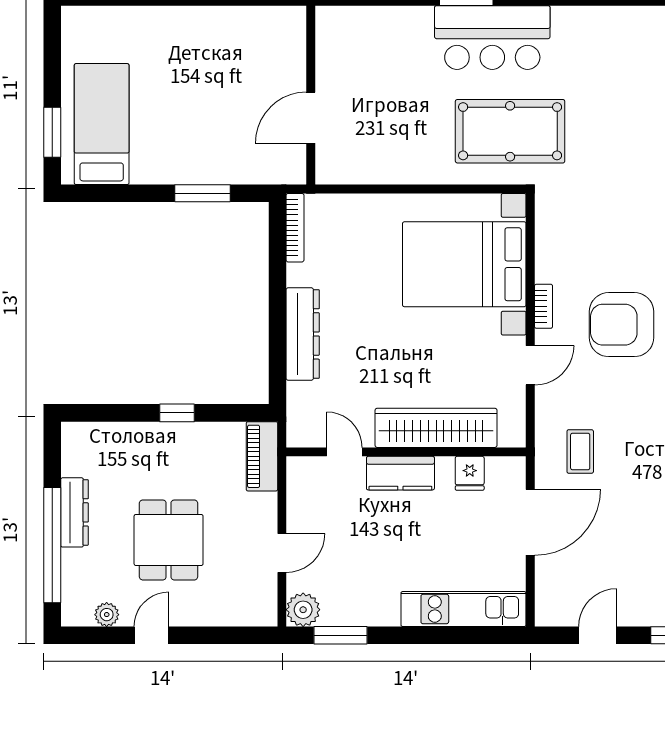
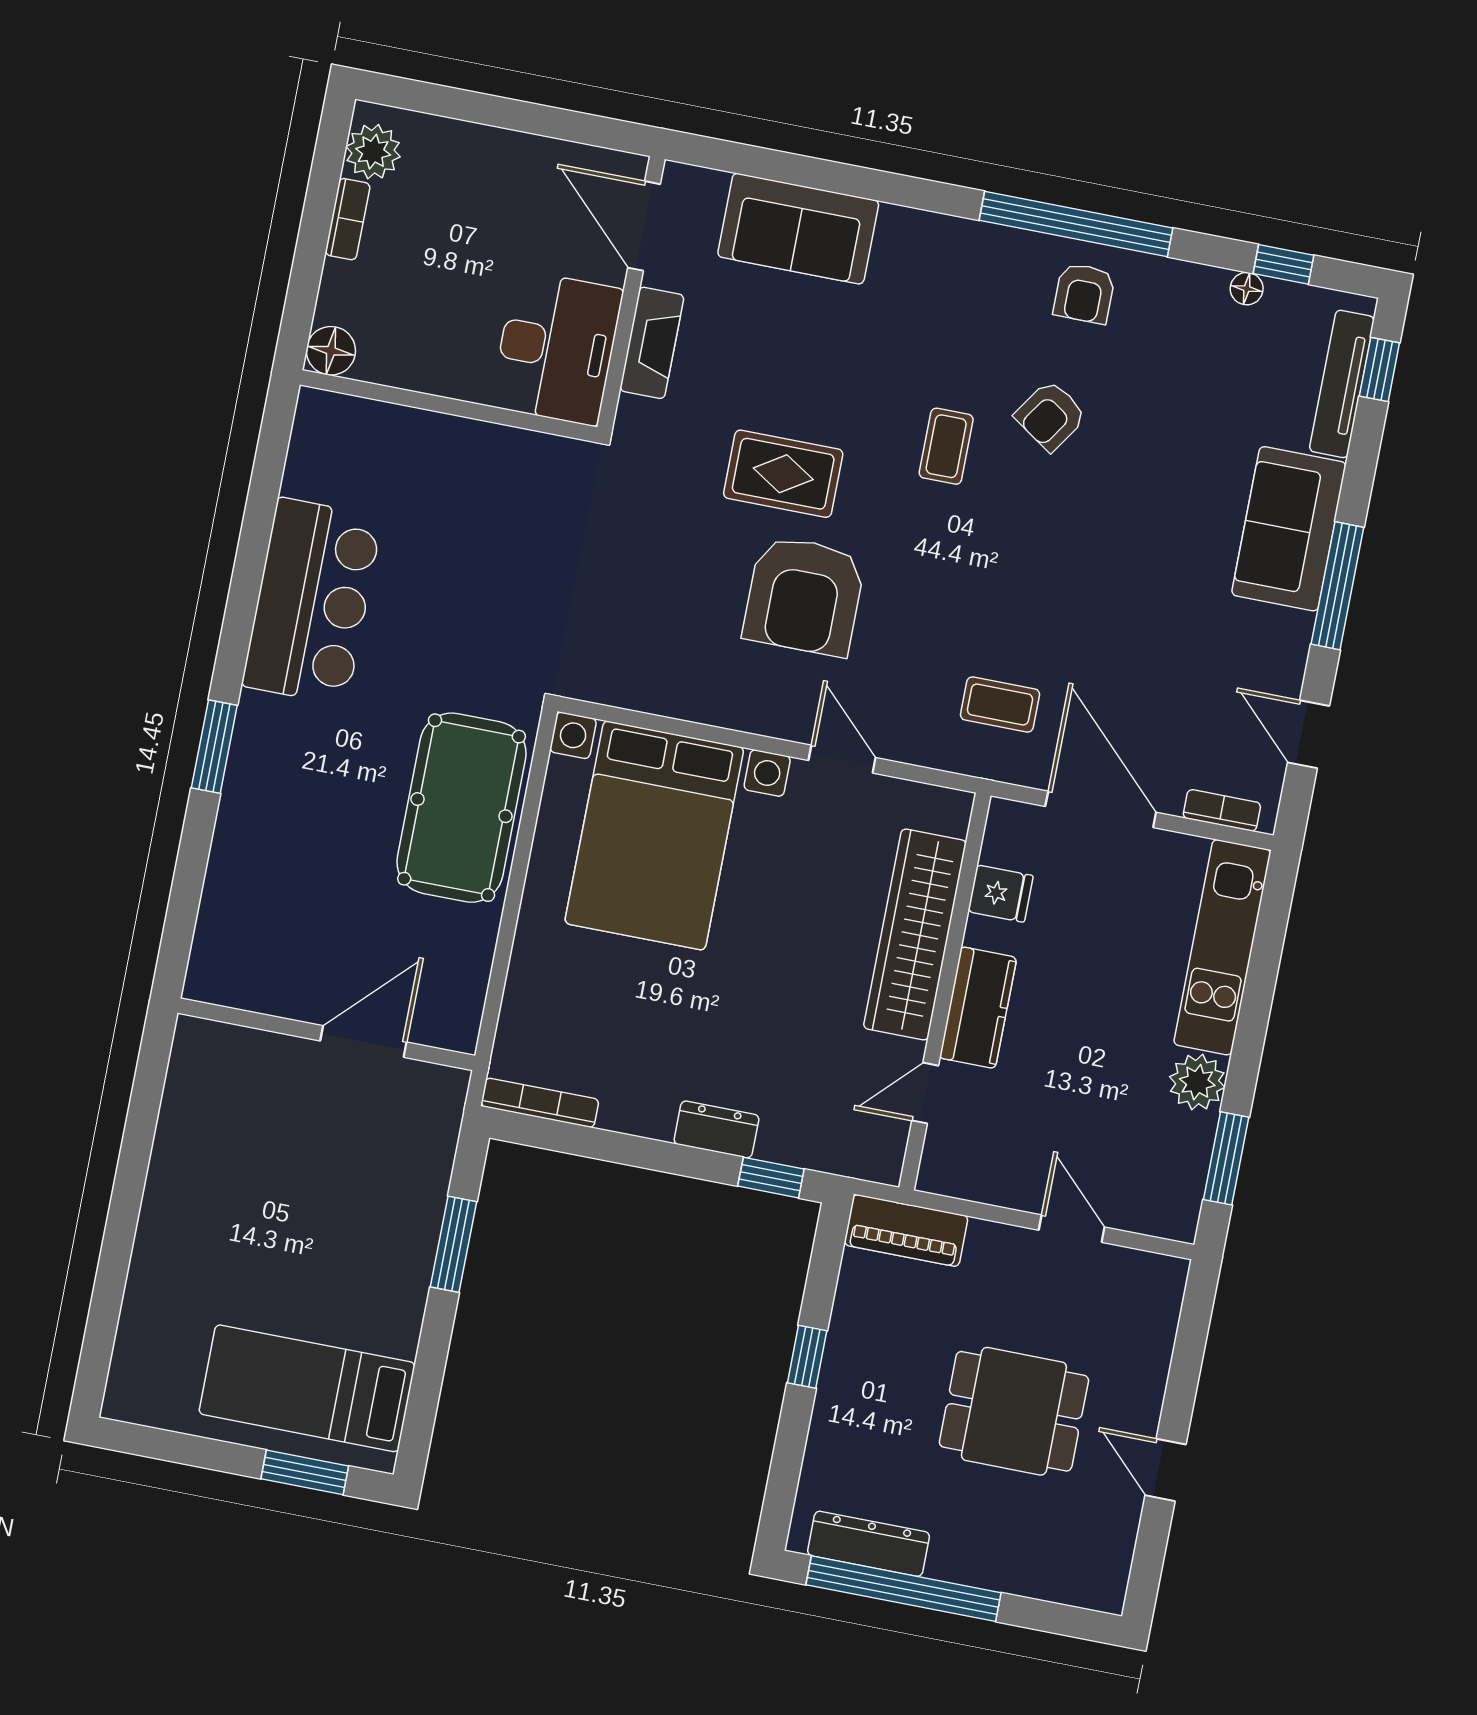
bar counter: (492, 38) -> (312, 601), moved
door: (311, 118) -> (363, 1042), swing flipped
pool table: (510, 131) -> (462, 808), moved
bookcase: (544, 306) -> (1222, 810), moved
dresser: (303, 334) -> (716, 1129), width x0.51, depth x0.80
window: (278, 371) -> (771, 1178), added
dresser: (75, 512) -> (869, 1544), moved
window: (52, 545) -> (904, 1589), moved
plant: (303, 610) -> (1197, 1082), moved
plant: (107, 615) -> (1117, 1537), removed

